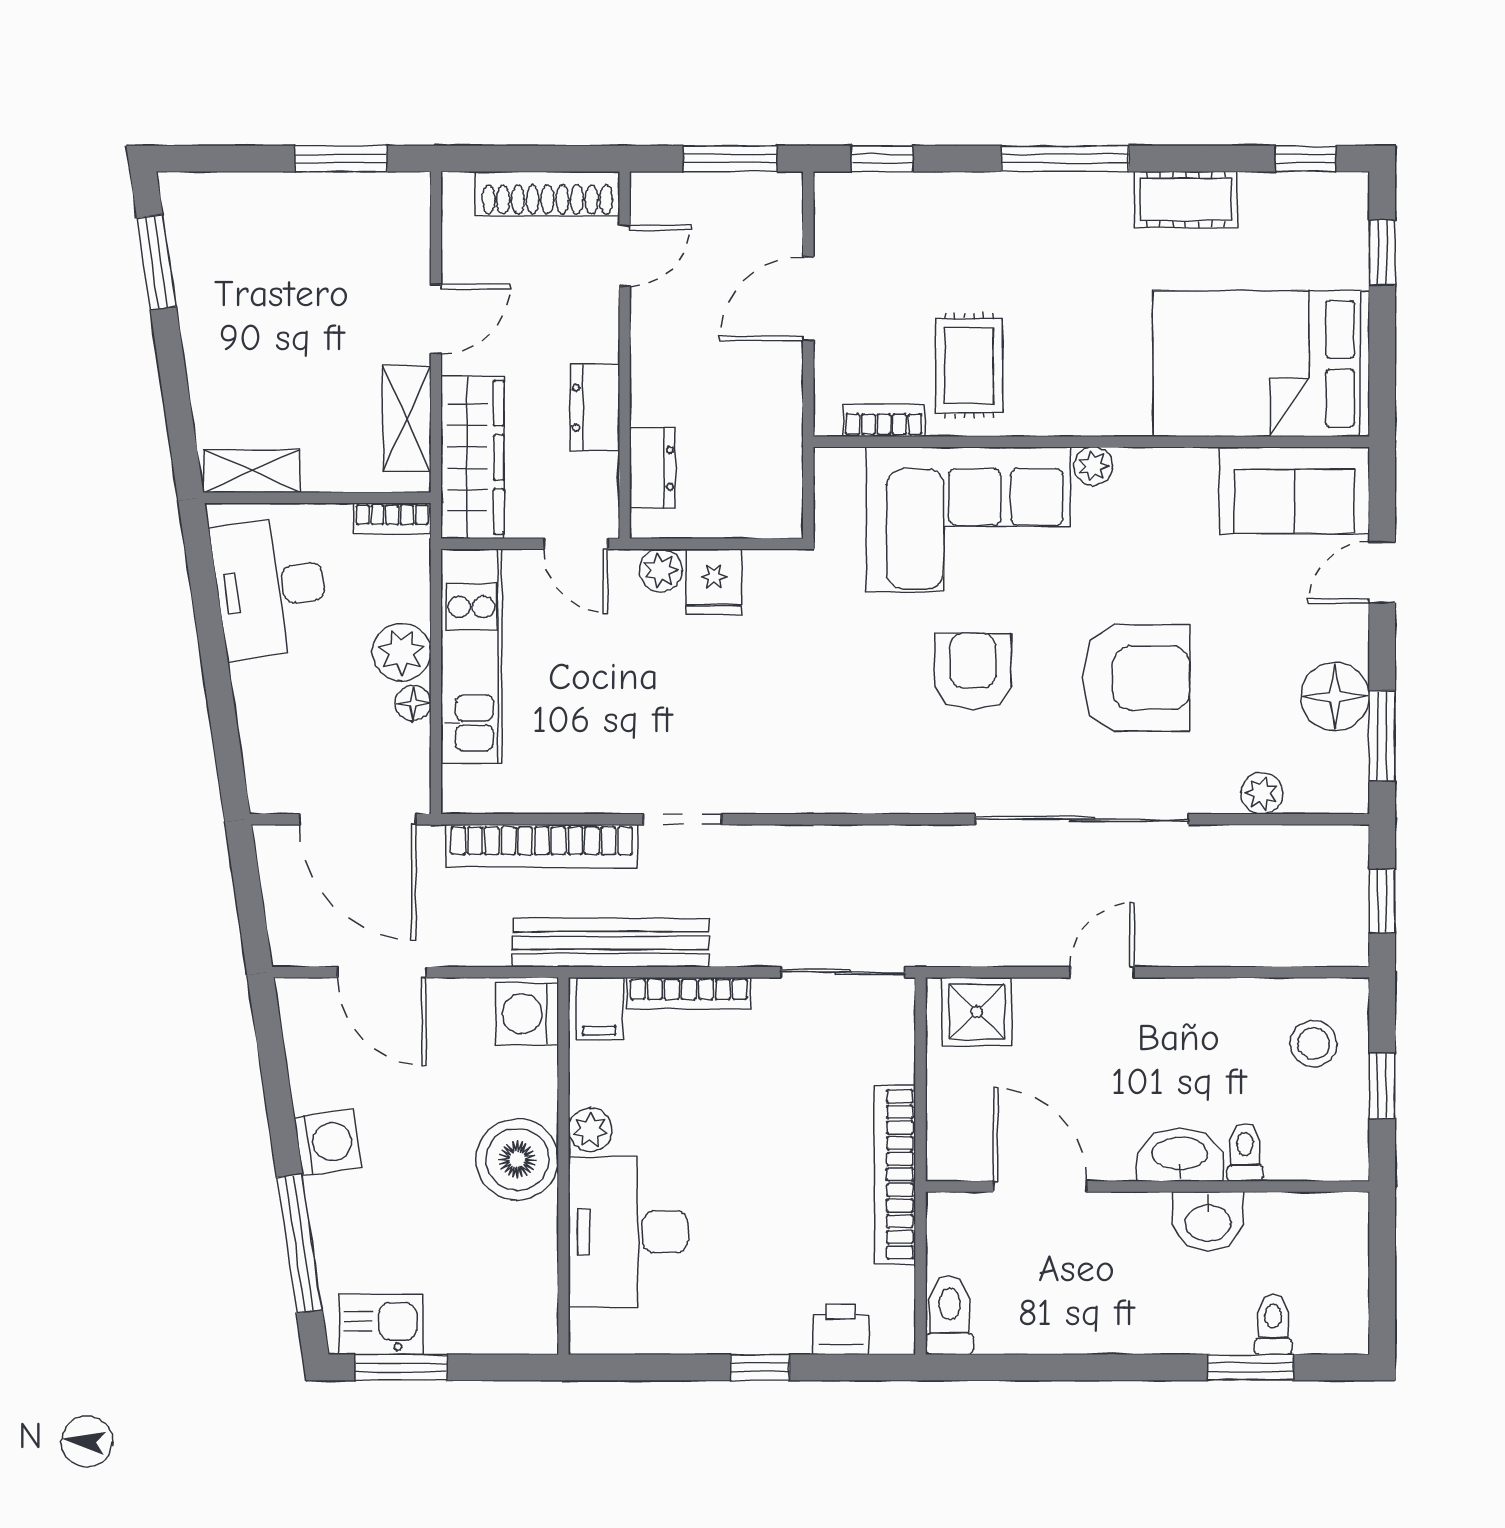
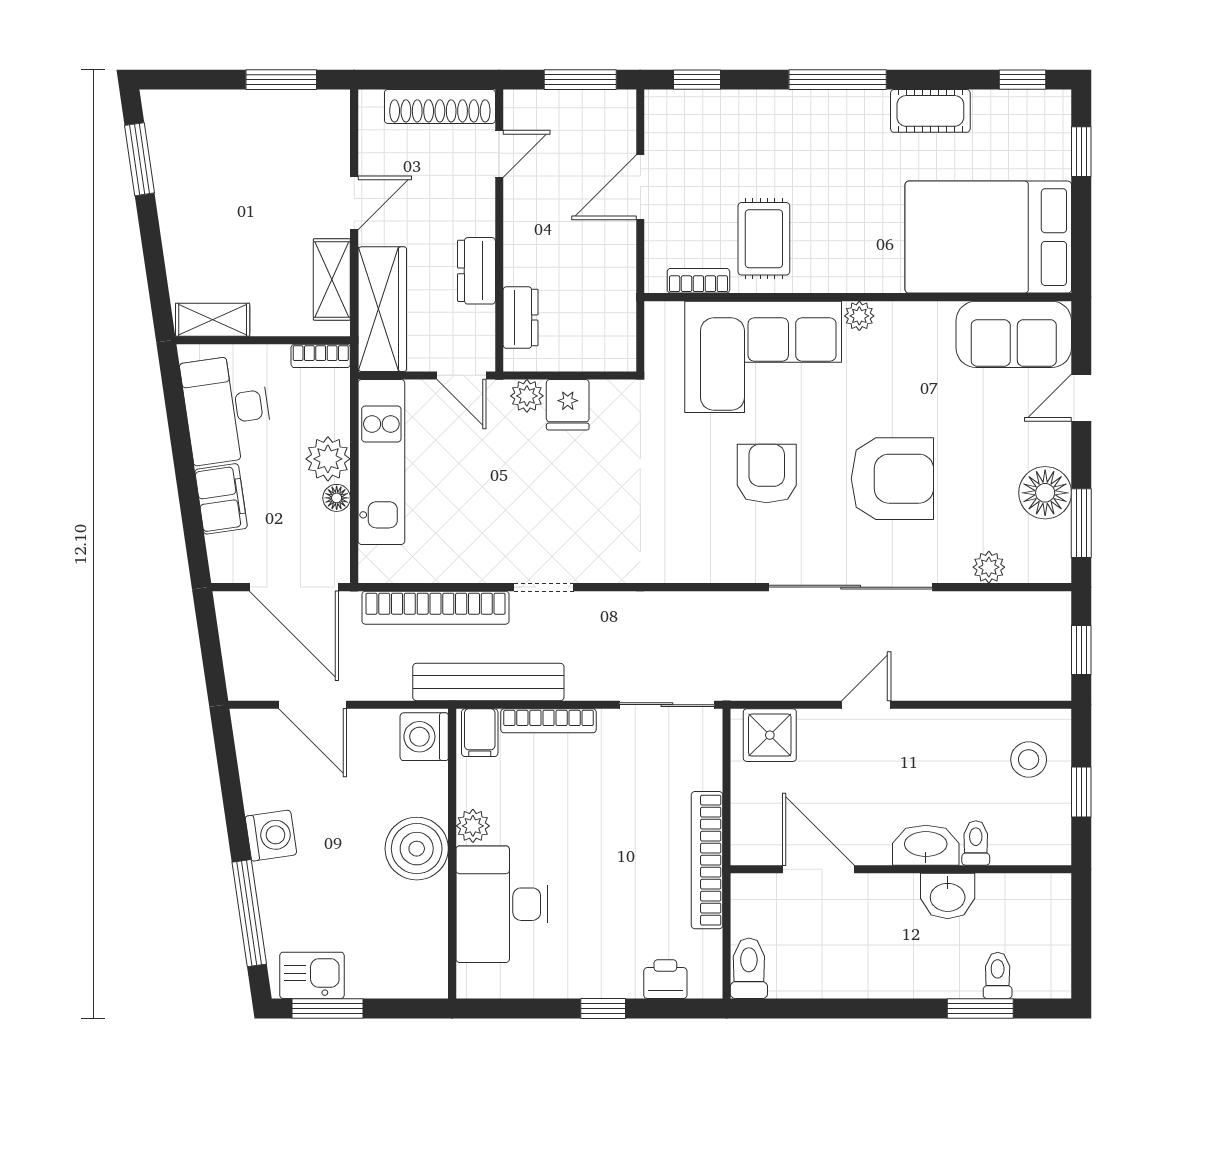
filing cabinet: (263, 704) -> (221, 499), added

